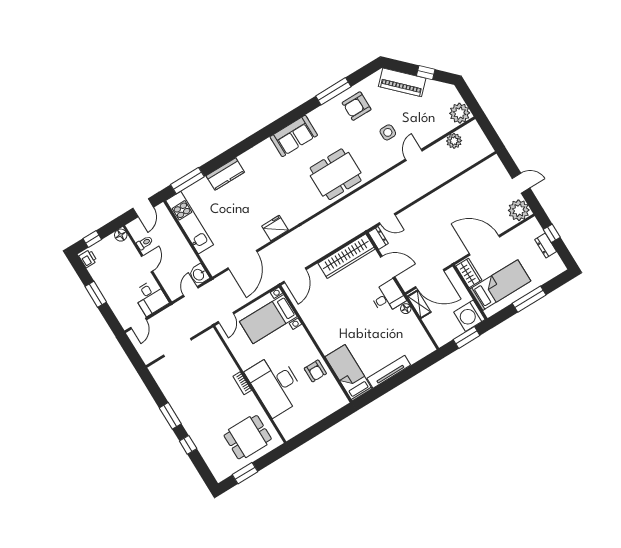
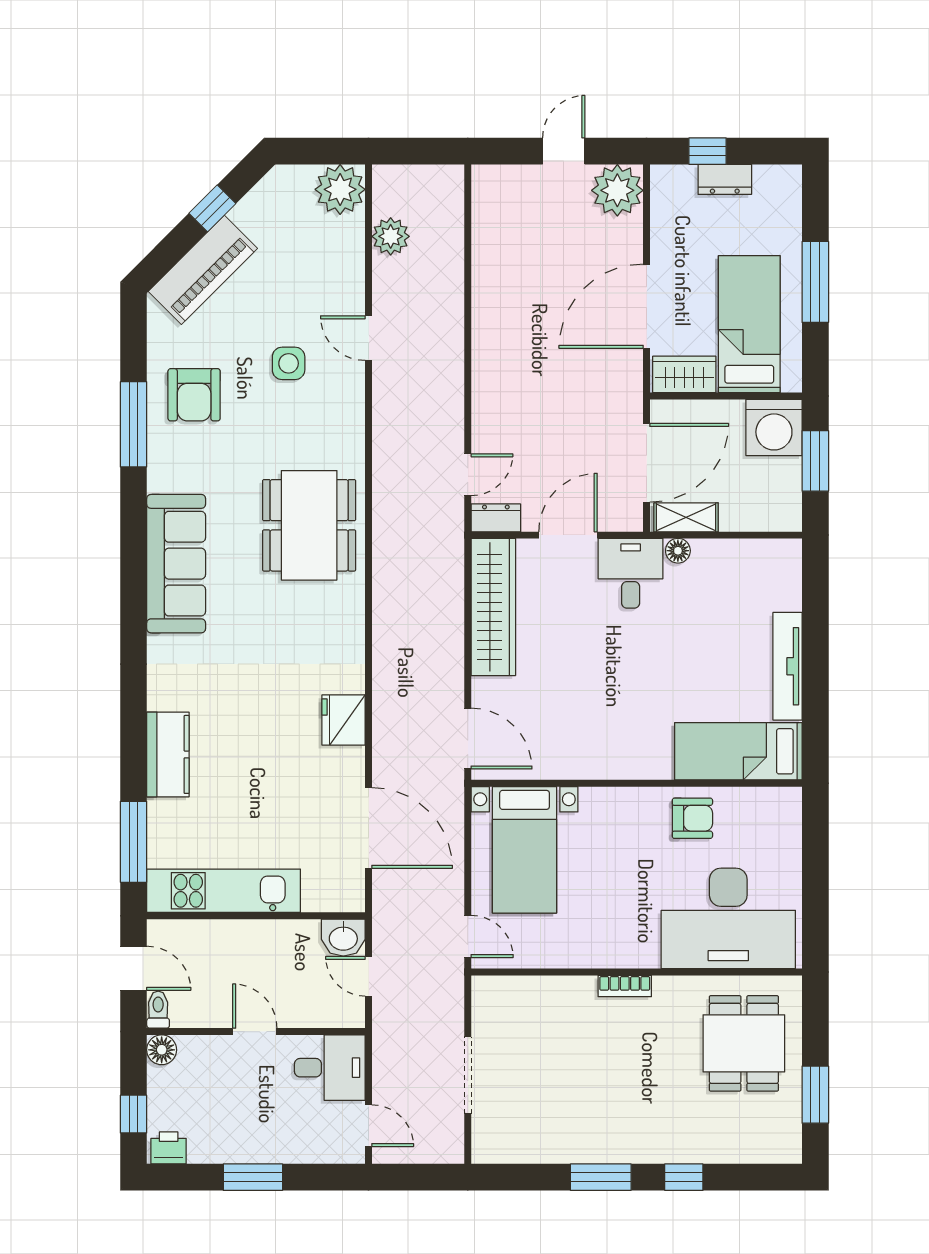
sofa: (294, 136) -> (176, 564), width x1.36
toilet: (145, 243) -> (158, 1010), moved
desk: (276, 385) -> (728, 918), moved

